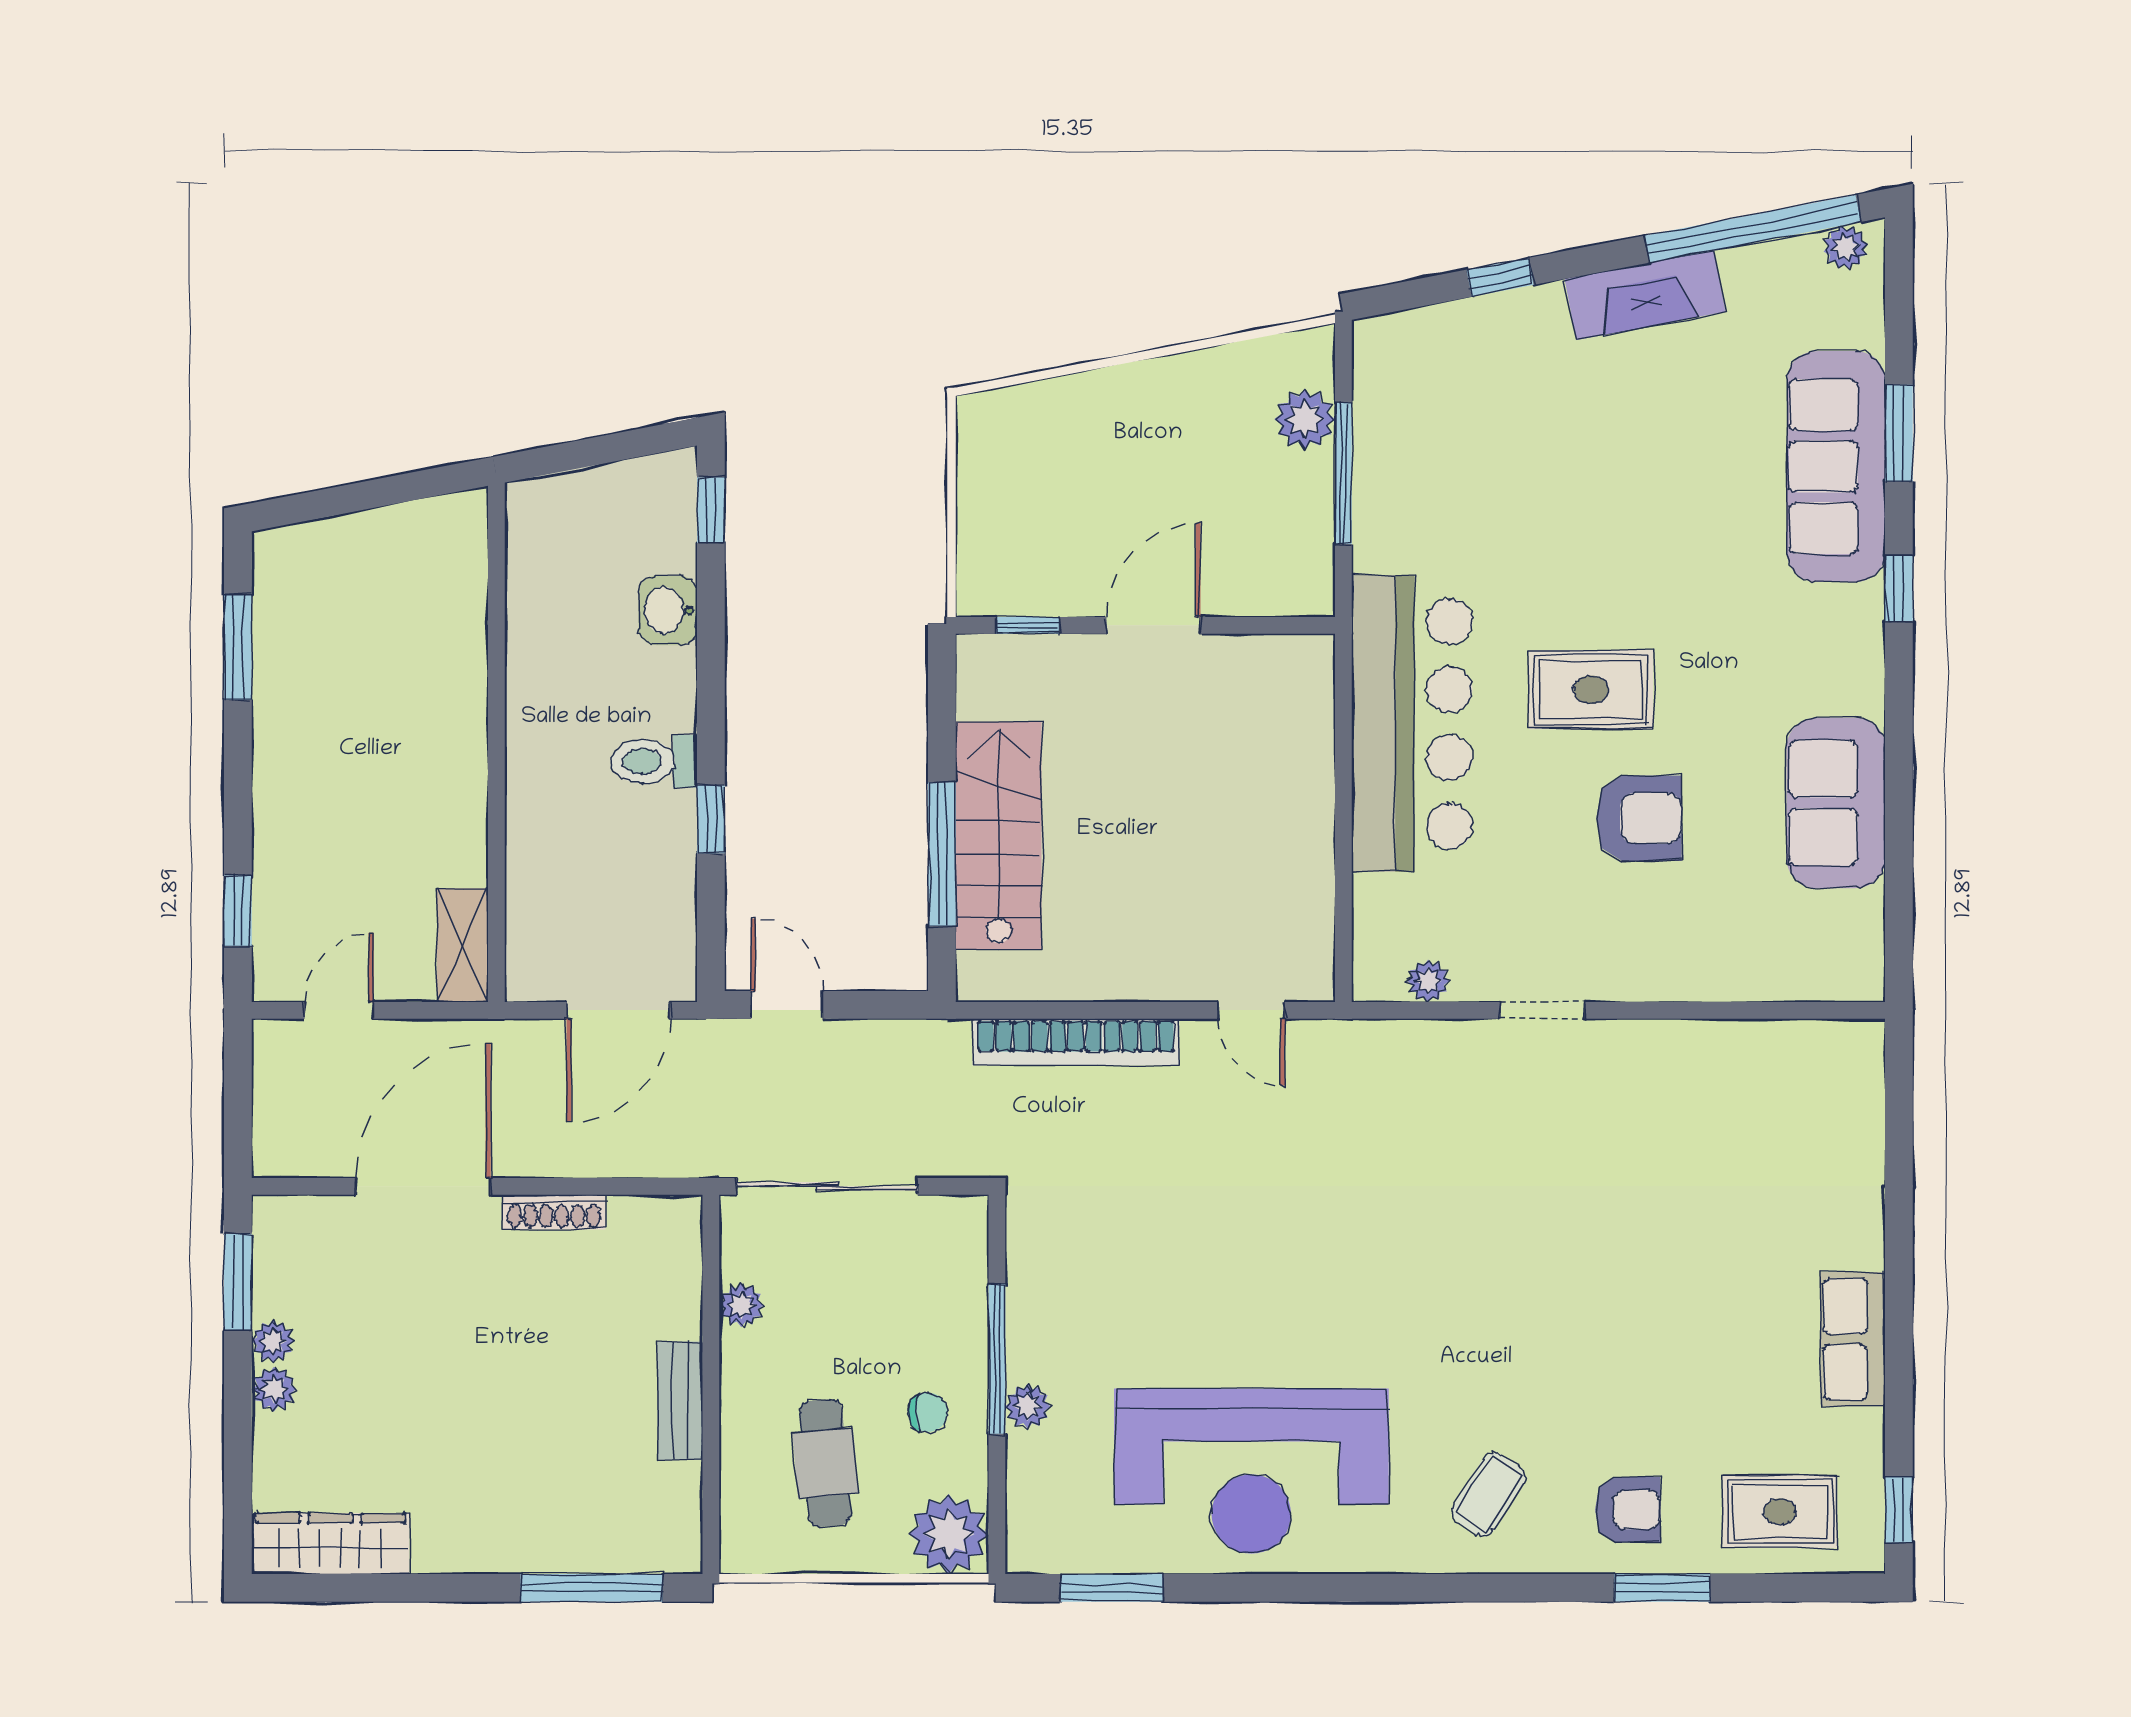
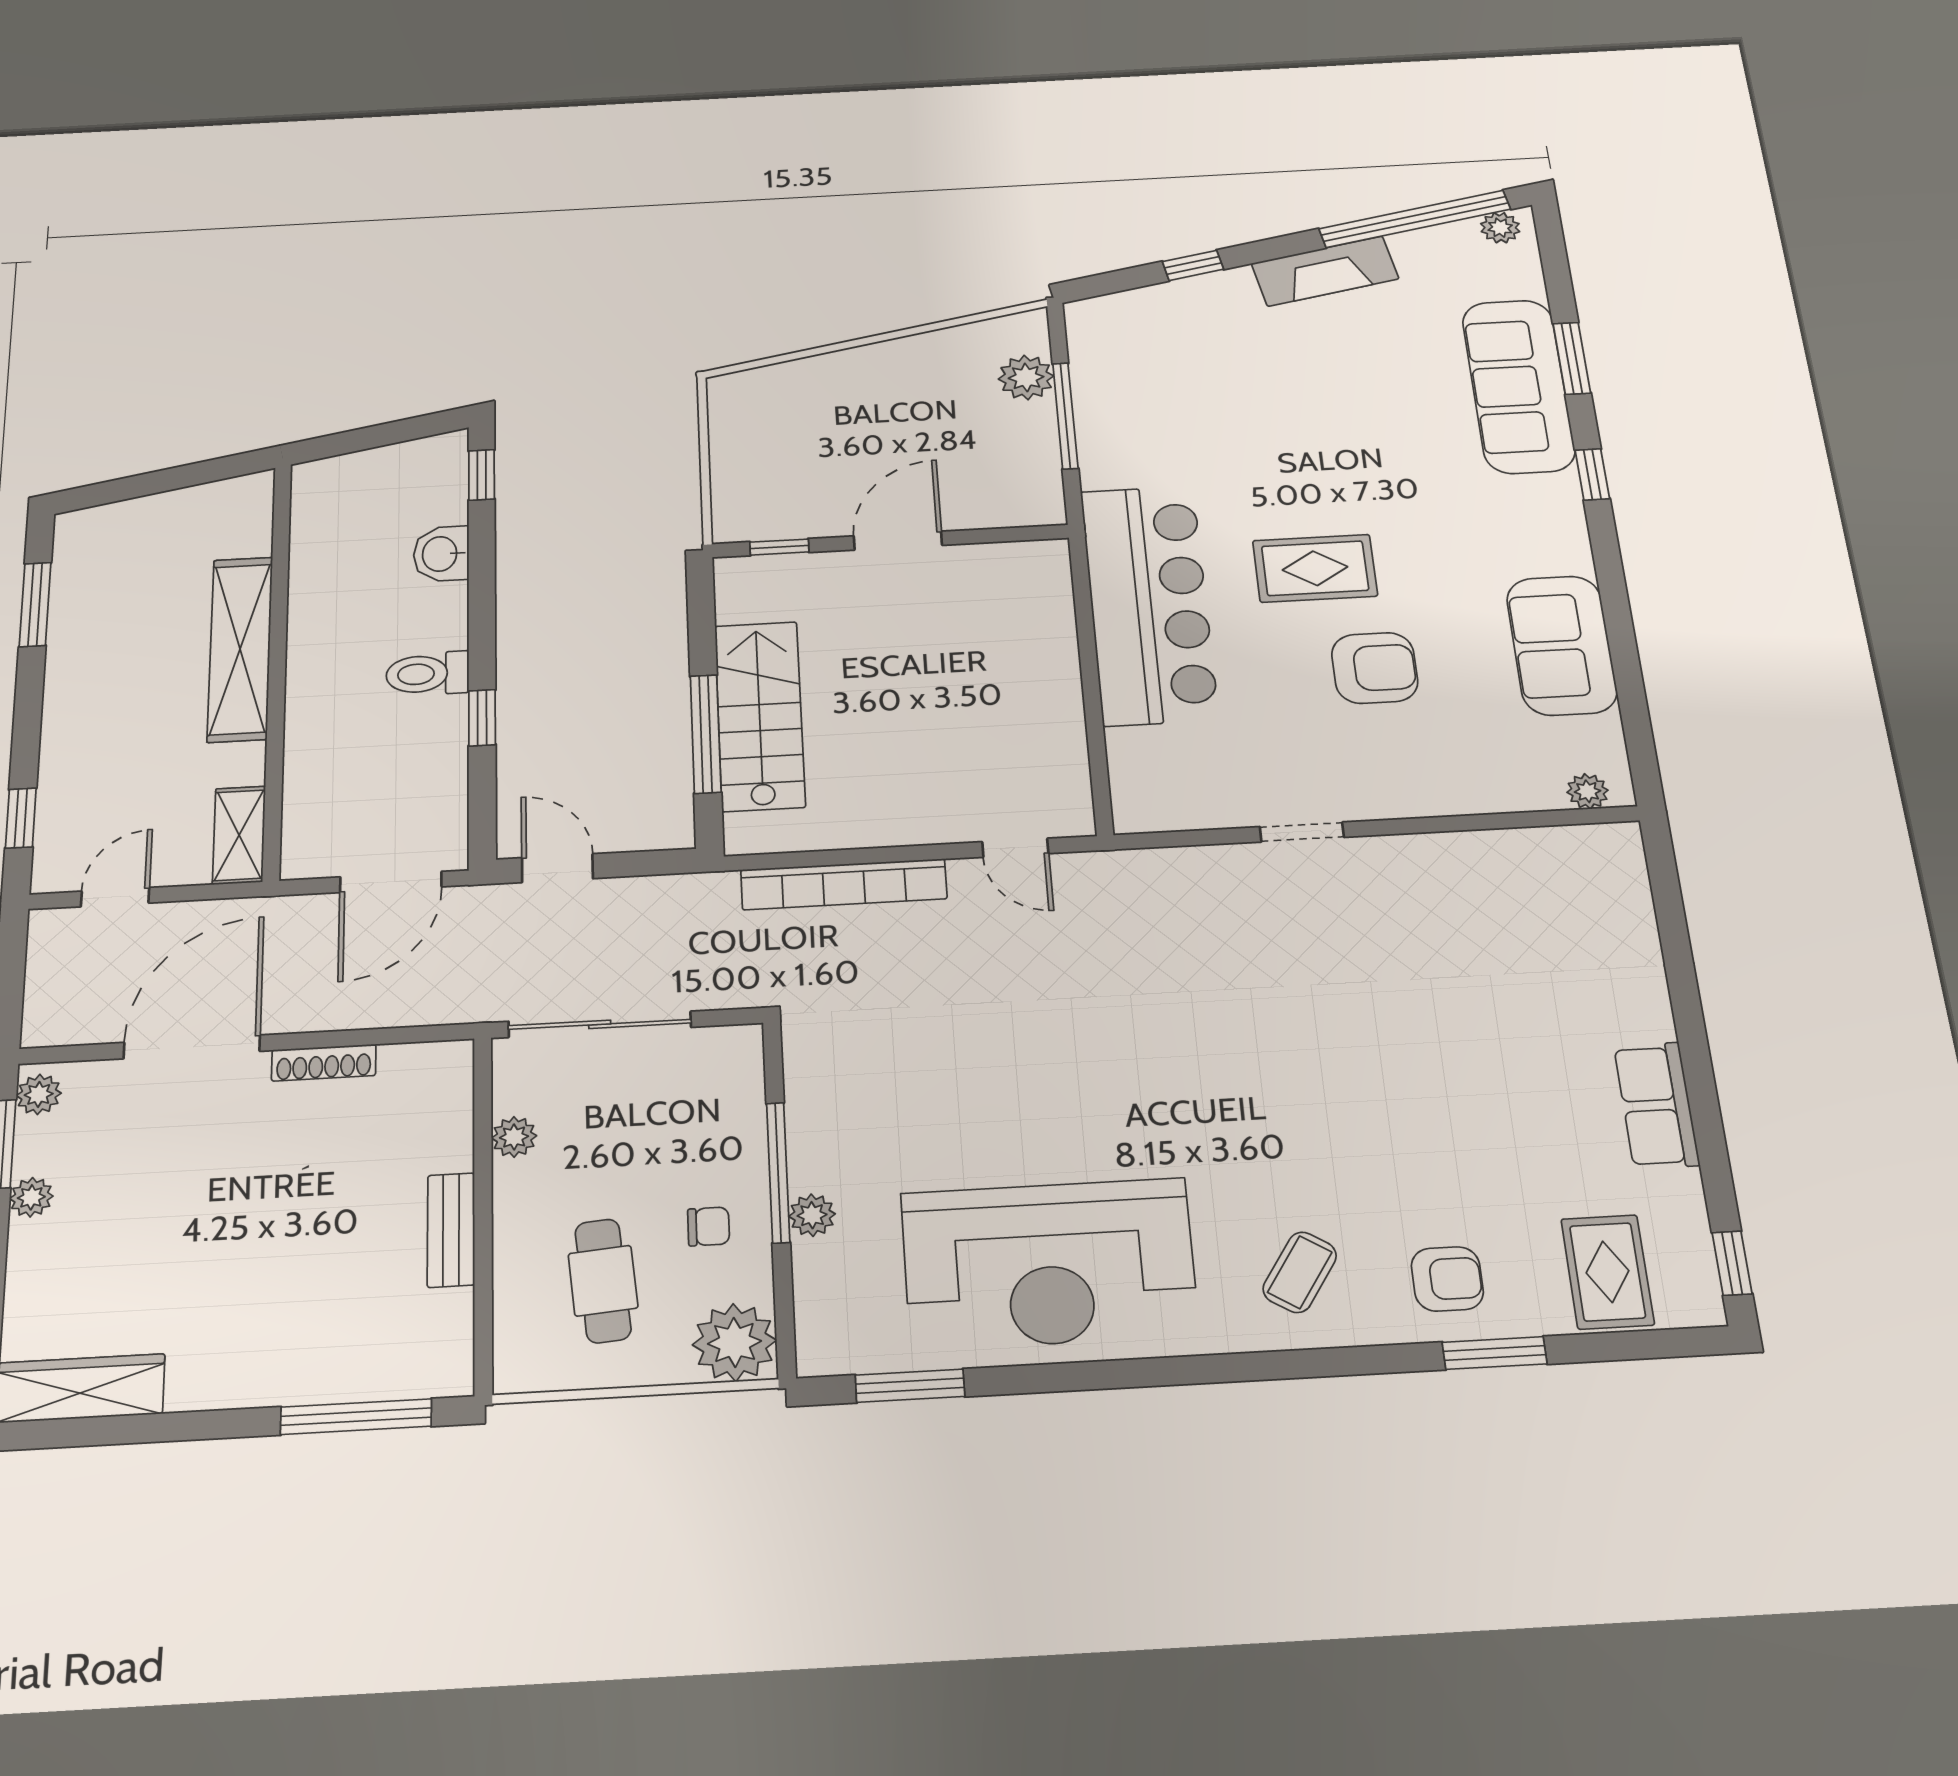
shelving: (457, 718) -> (240, 649), added
plant: (1428, 981) -> (1588, 791), moved
plant: (274, 1389) -> (39, 1094), moved
rug: (1780, 1512) -> (1608, 1272), turned 90

